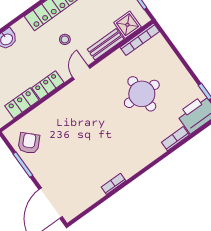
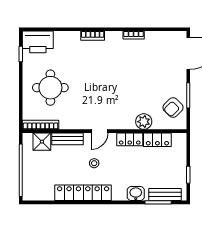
round table: (142, 94) -> (50, 88), moved
plant: (47, 111) -> (144, 122), added
bookcase: (175, 139) -> (93, 36), moved

